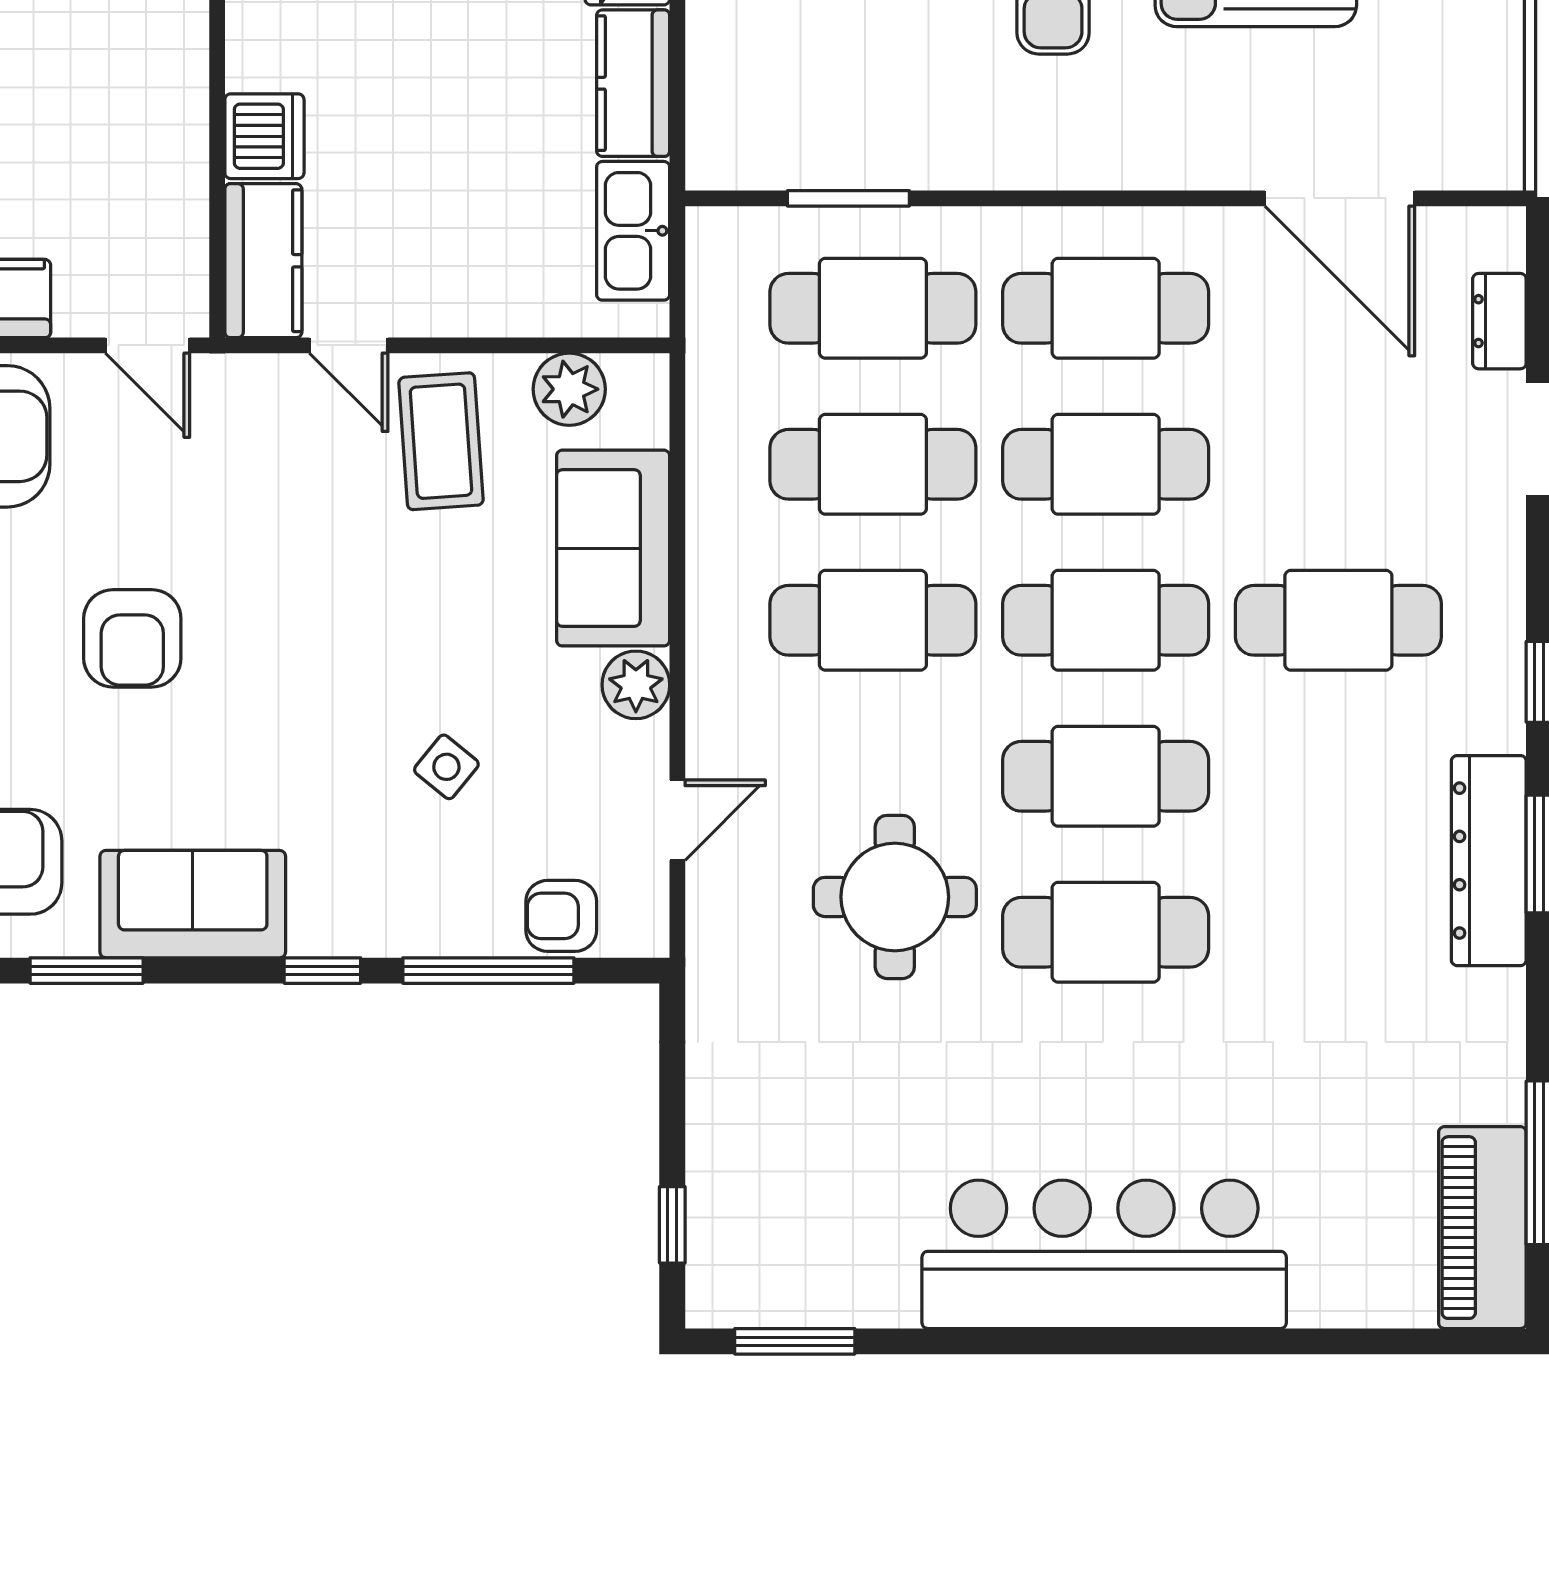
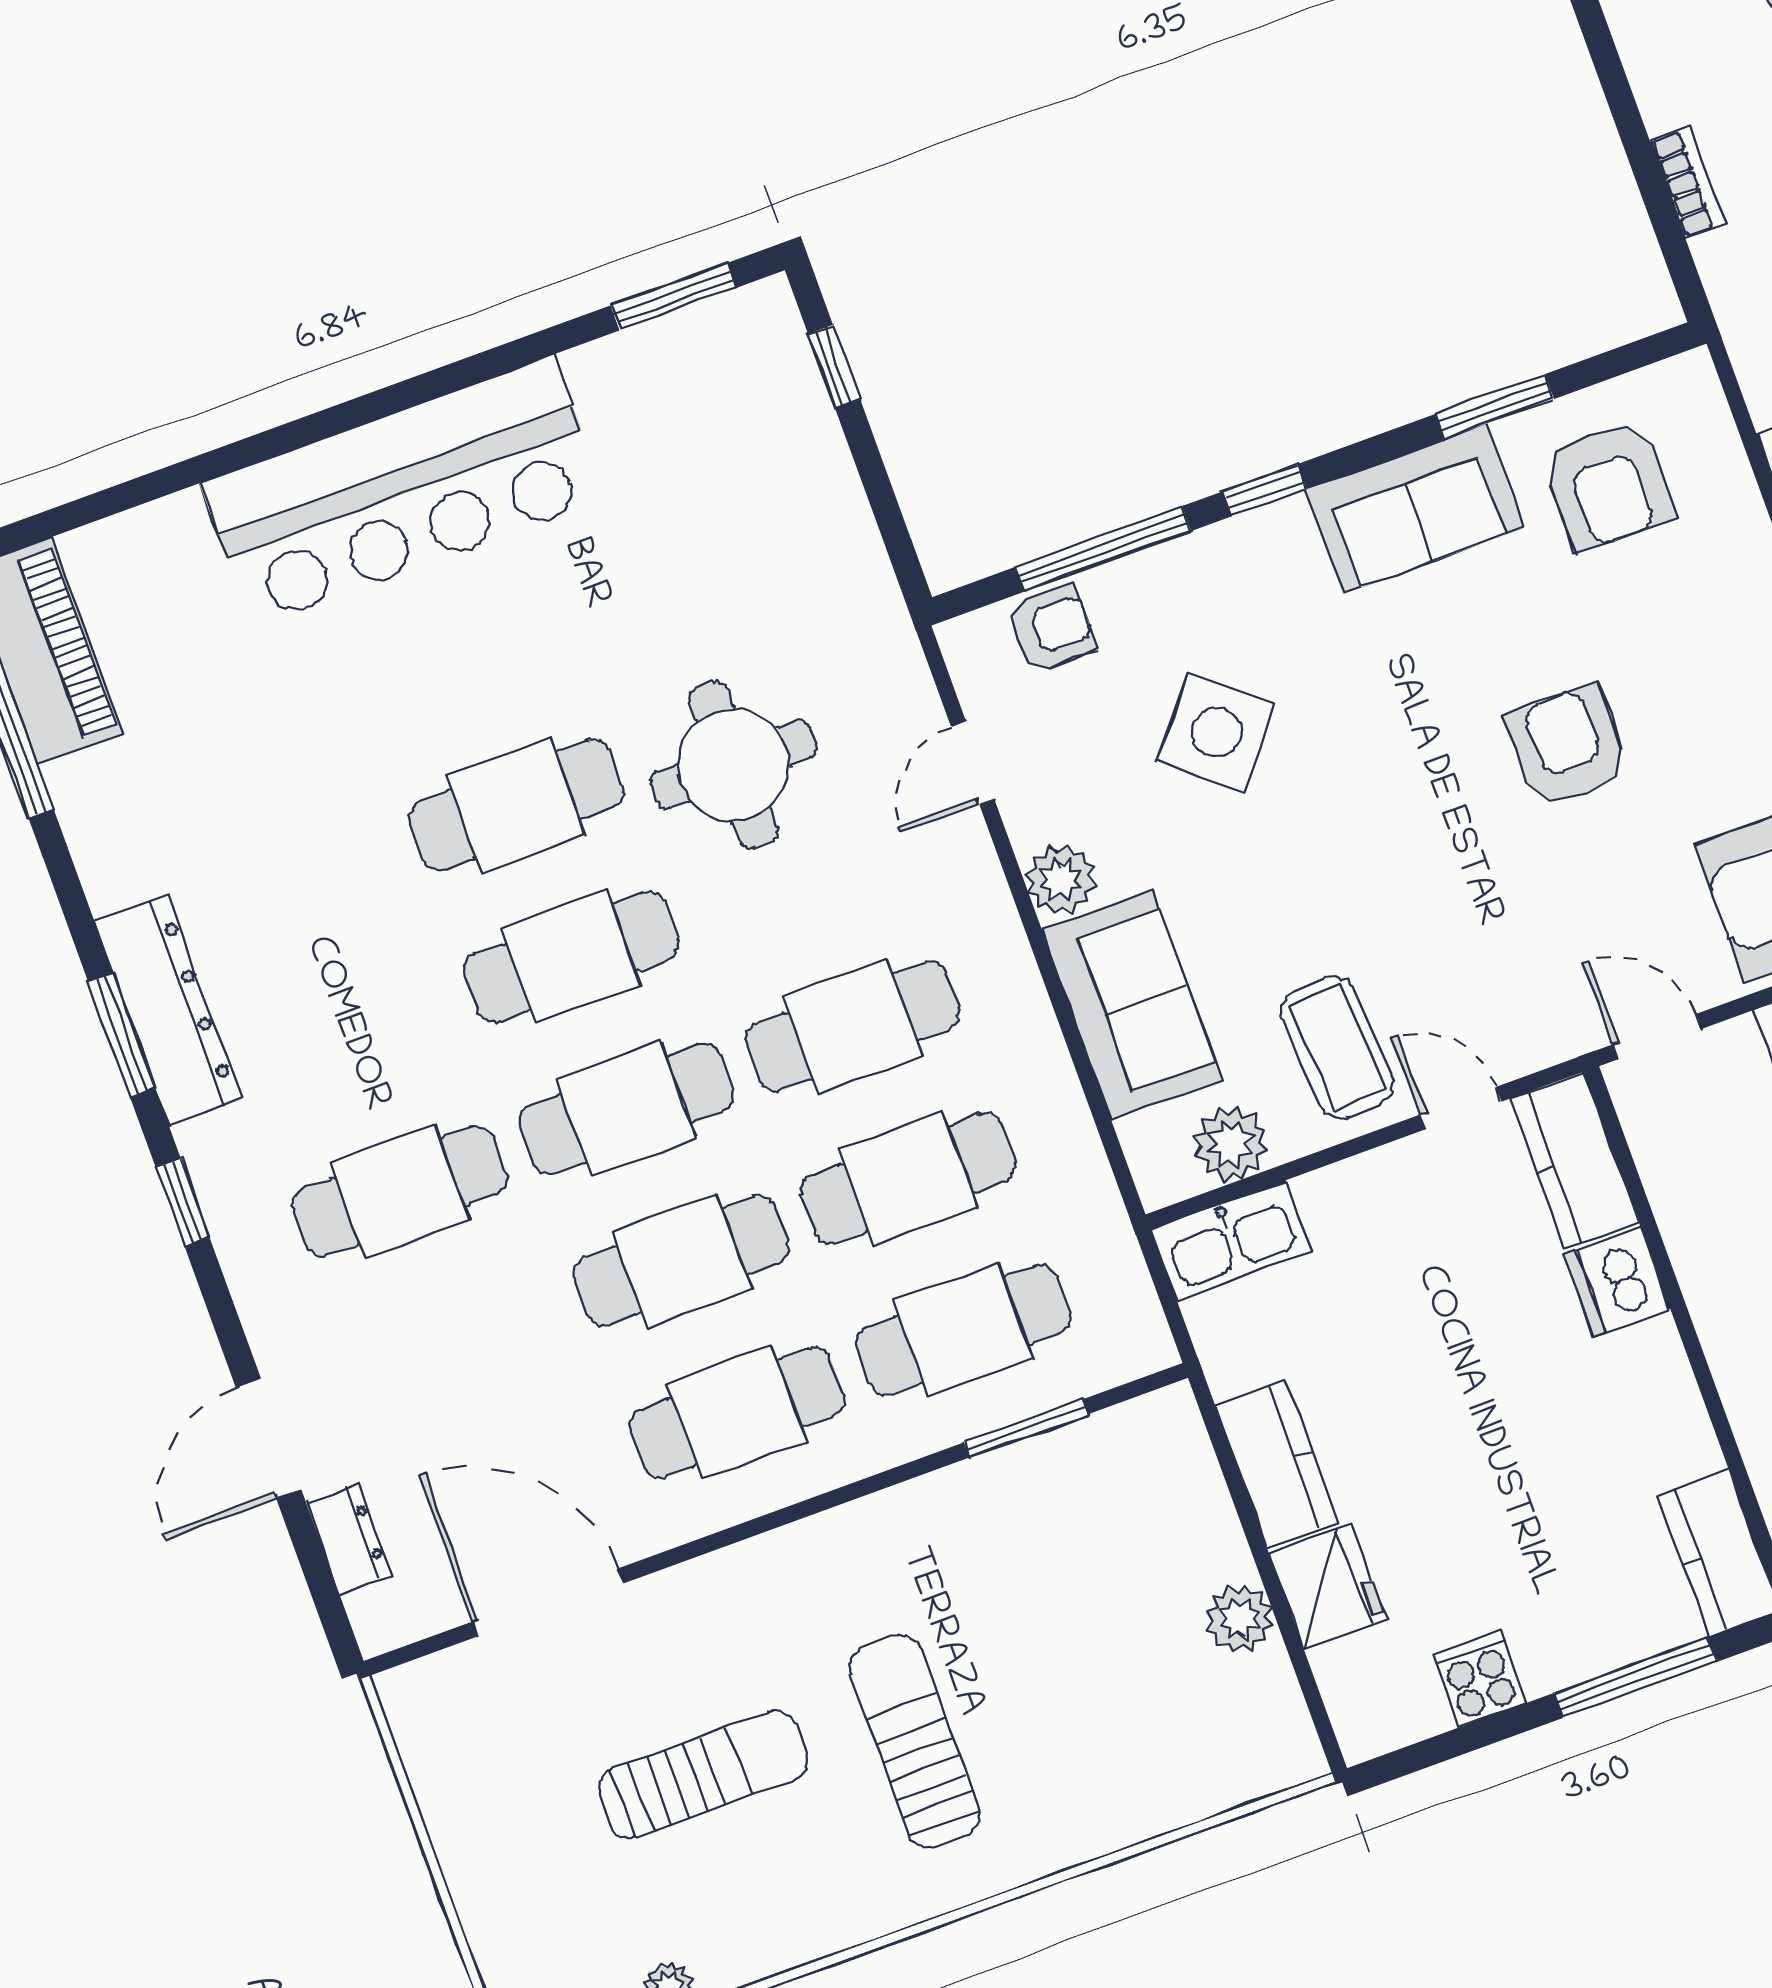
kitchen sink: (633, 231) -> (1231, 1240), moved, turned 90
side table: (446, 767) -> (1216, 732), width x1.87, depth x1.87

